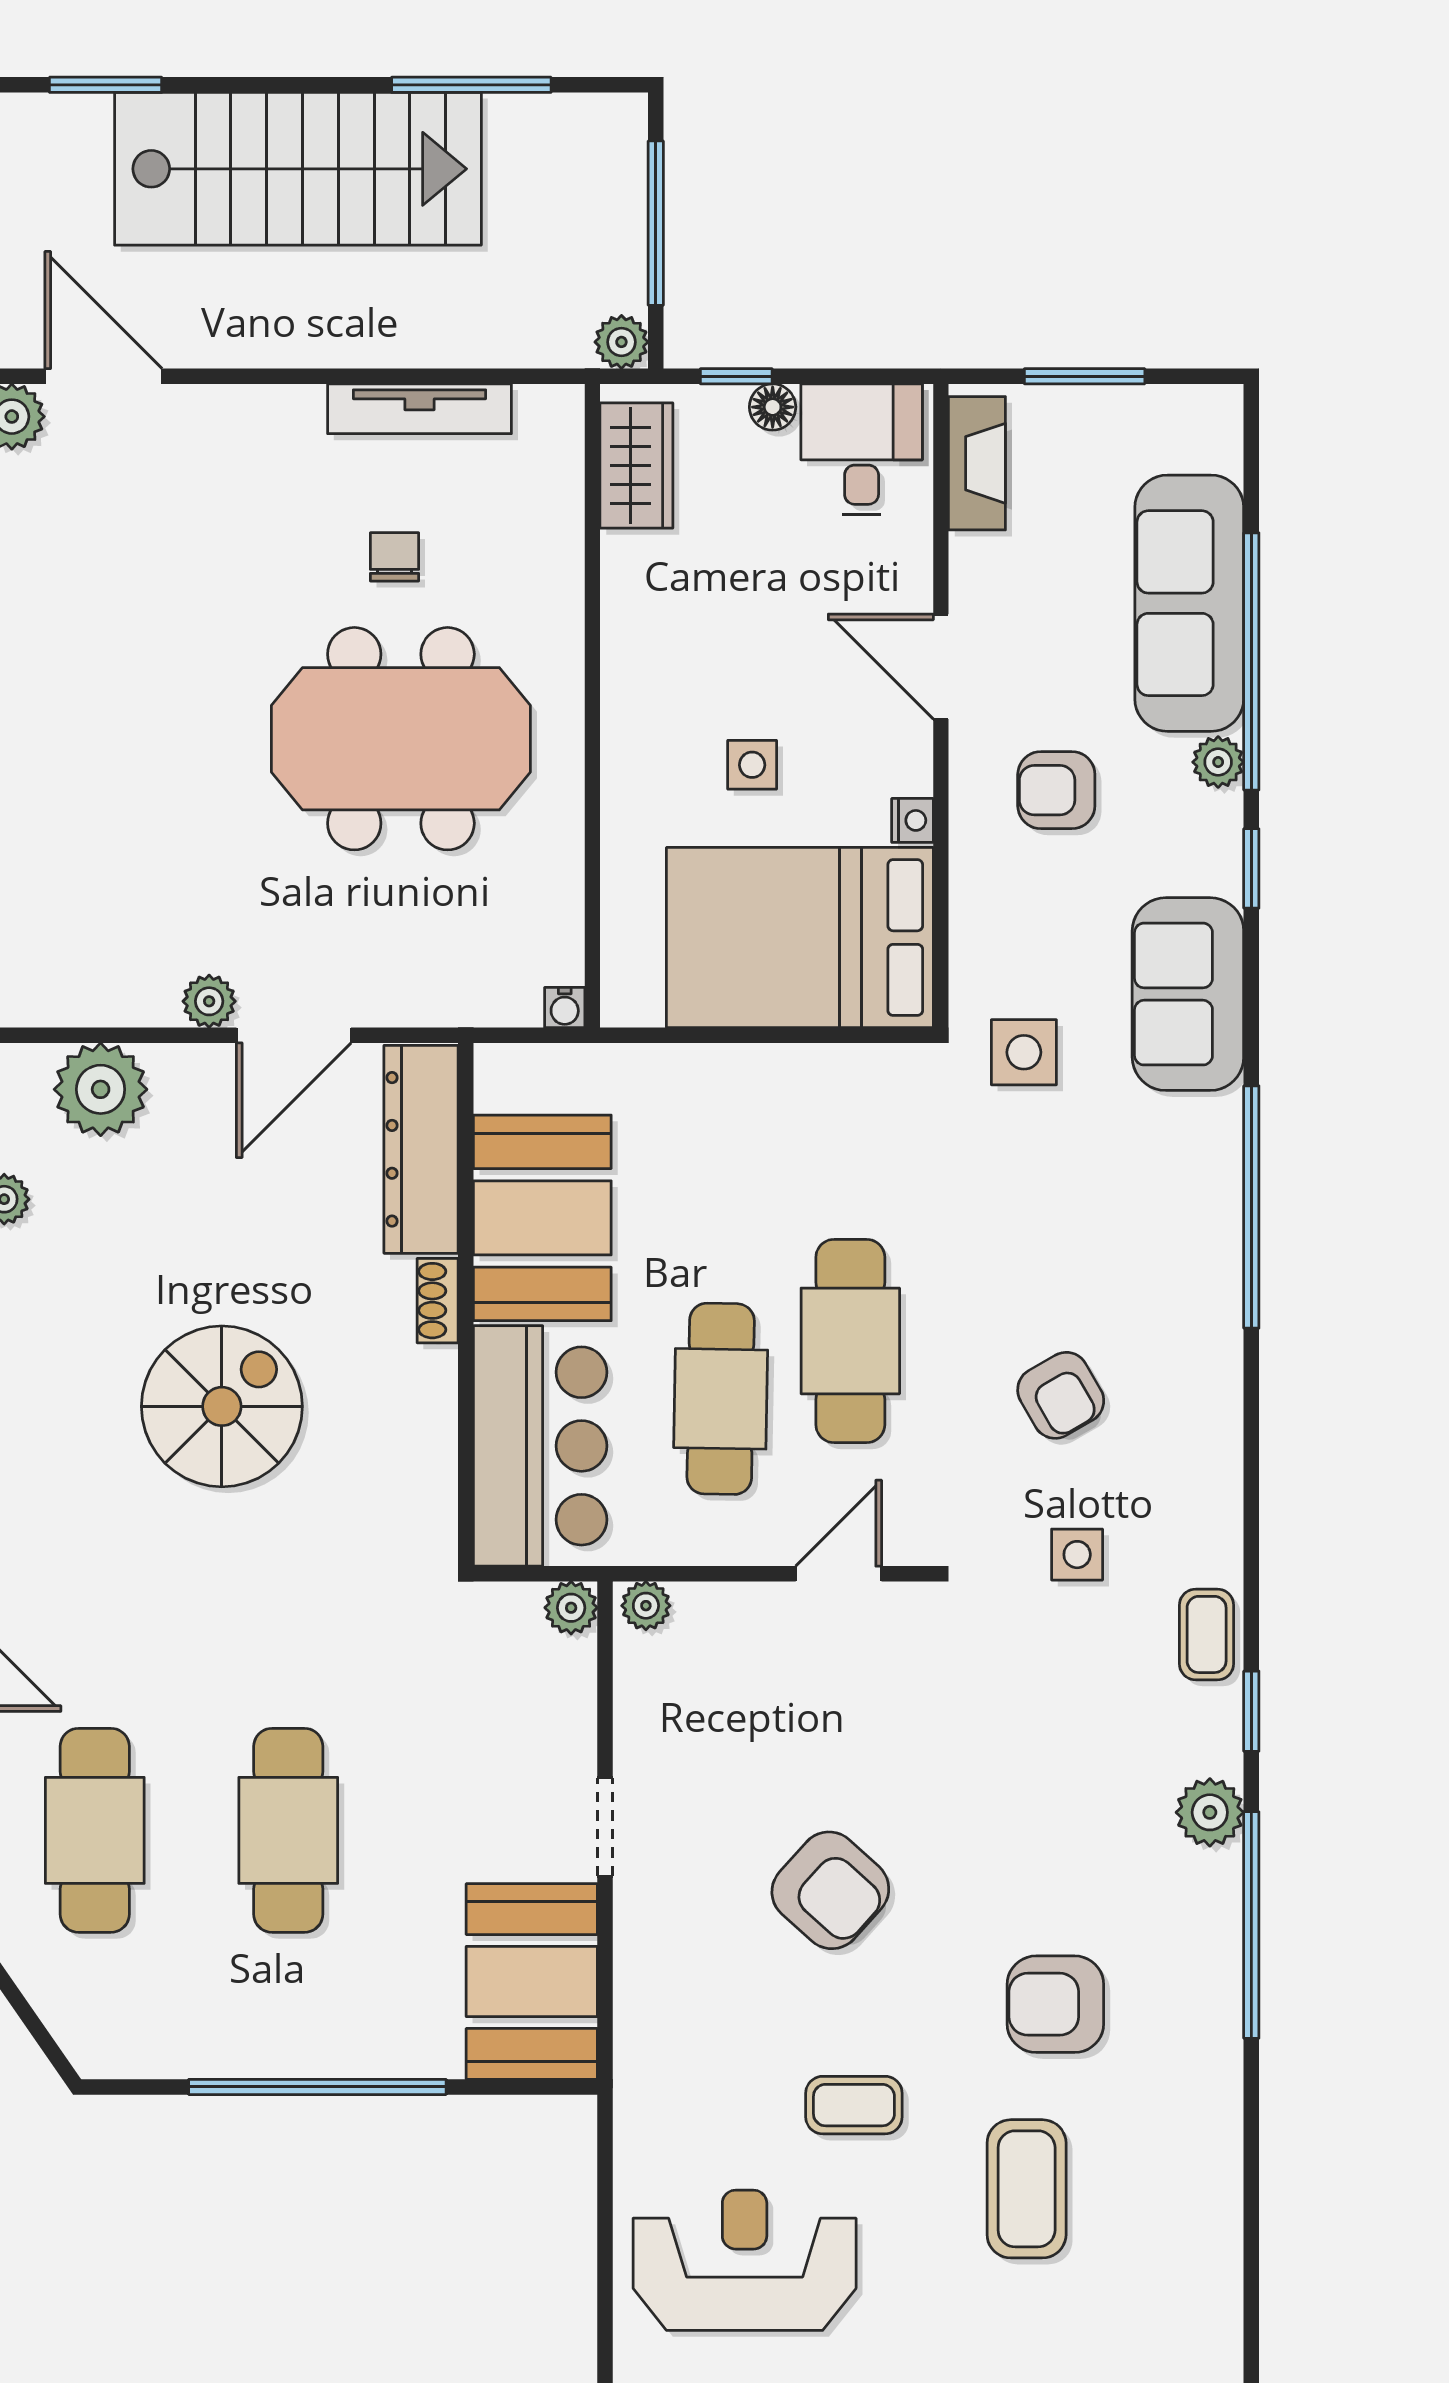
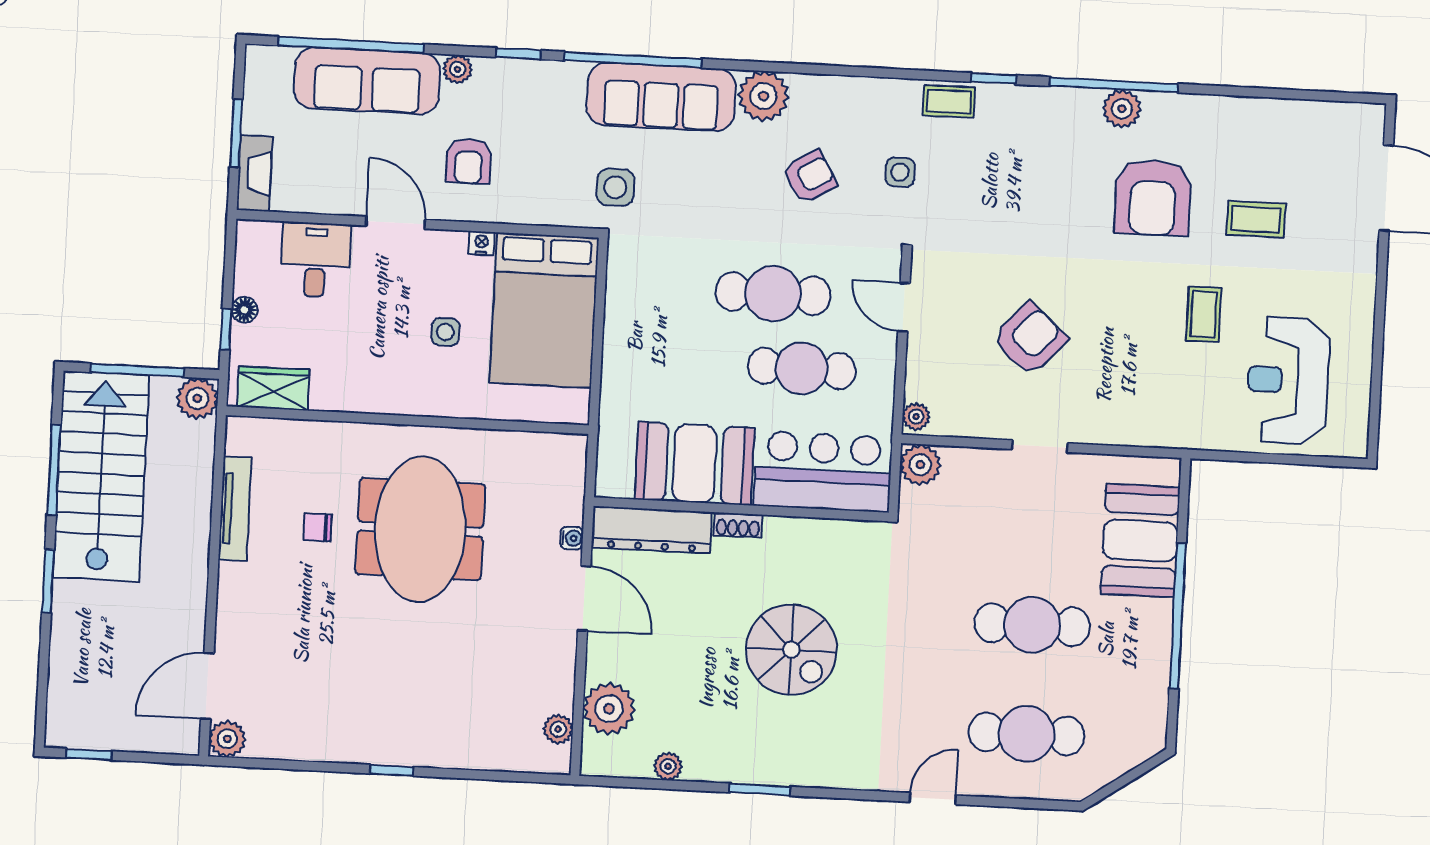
window: (106, 85) -> (48, 581), moved
stairs: (298, 169) -> (101, 476), moved
plant: (621, 342) -> (197, 398), width x1.38, depth x1.38
desk: (862, 449) -> (315, 260), moved, turned 90
fireplace: (977, 463) -> (255, 173), moved, turned 90
window: (1251, 661) -> (351, 45), moved
door: (941, 667) -> (396, 223), swing flipped
sofa: (1188, 994) -> (661, 97), moved, width x1.36
plant: (209, 1001) -> (558, 729), moved
water cooler: (565, 1007) -> (572, 538), moved
window: (1251, 1207) -> (633, 60), moved
plant: (1199, 1306) -> (764, 96), added
spiral stairs: (222, 1406) -> (791, 650), turned 180
plant: (571, 1608) -> (920, 465), width x1.38, depth x1.38
plant: (1210, 1812) -> (1122, 109), moved
armchair: (830, 1890) -> (1030, 339), moved
booth: (532, 1982) -> (1140, 541), moved, turned 90
armchair: (1055, 2004) -> (1153, 198), width x1.36, depth x1.36
coffee table: (1027, 2189) -> (1256, 219), width x0.73, depth x0.77

